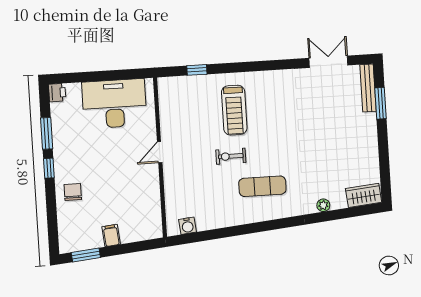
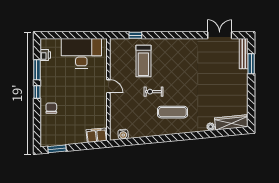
printer: (57, 93) -> (45, 55), moved
treadmill: (234, 110) -> (143, 61), moved
door: (160, 152) -> (108, 86), swing flipped
wardrobe: (364, 195) -> (231, 122), width x1.50
filing cabinet: (111, 236) -> (97, 135), moved, width x2.00

